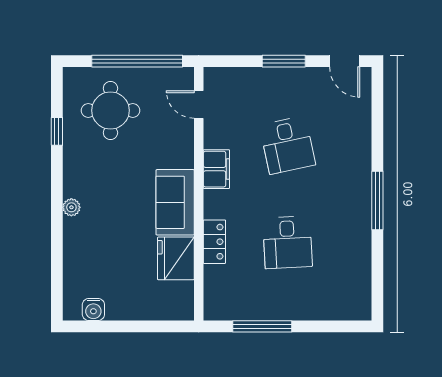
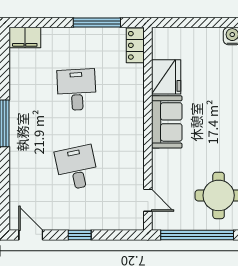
window: (284, 61) -> (80, 235), width x0.67
filing cabinet: (216, 169) -> (25, 38), moved, turned -90
locker: (214, 242) -> (135, 45), moved

